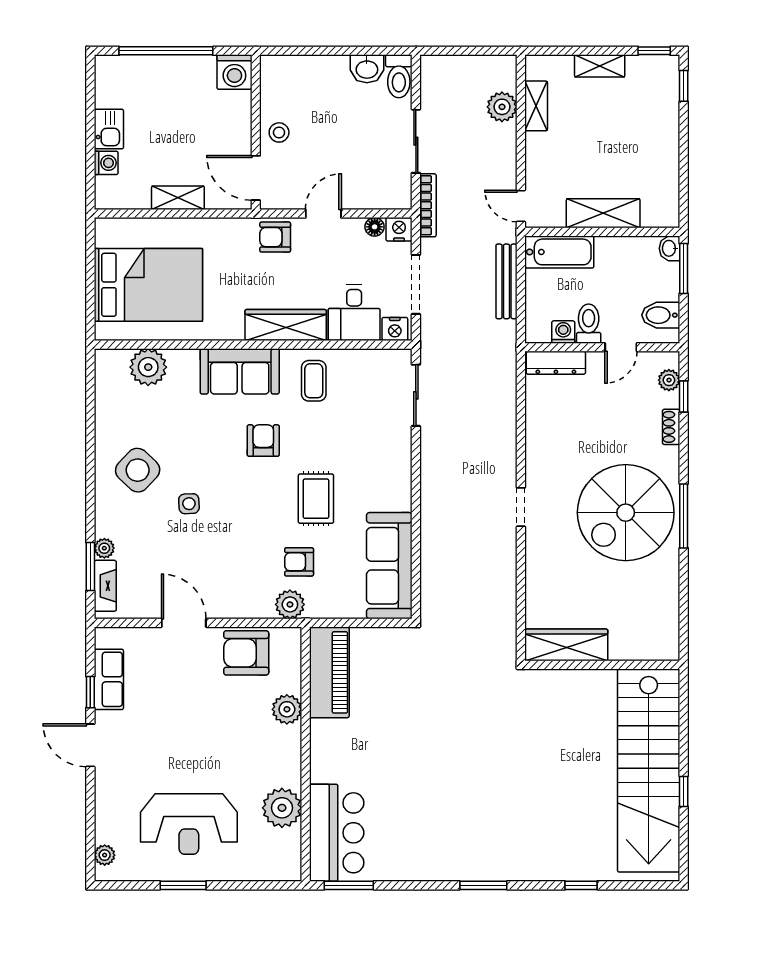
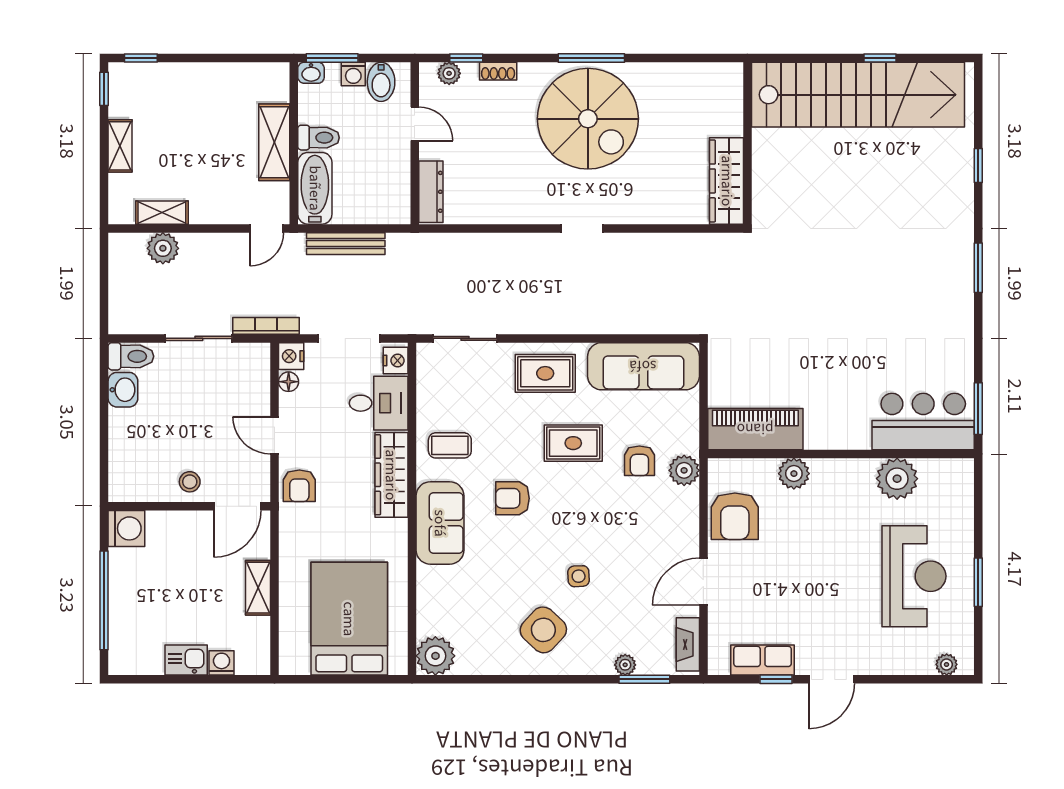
toilet: (589, 324) -> (319, 138), moved, turned 180
washing machine: (563, 332) -> (353, 74), moved, turned -90
plant: (148, 367) -> (435, 656), moved
rug: (383, 472) -> (545, 373), added
fireplace: (105, 586) -> (688, 644), moved, turned -90

